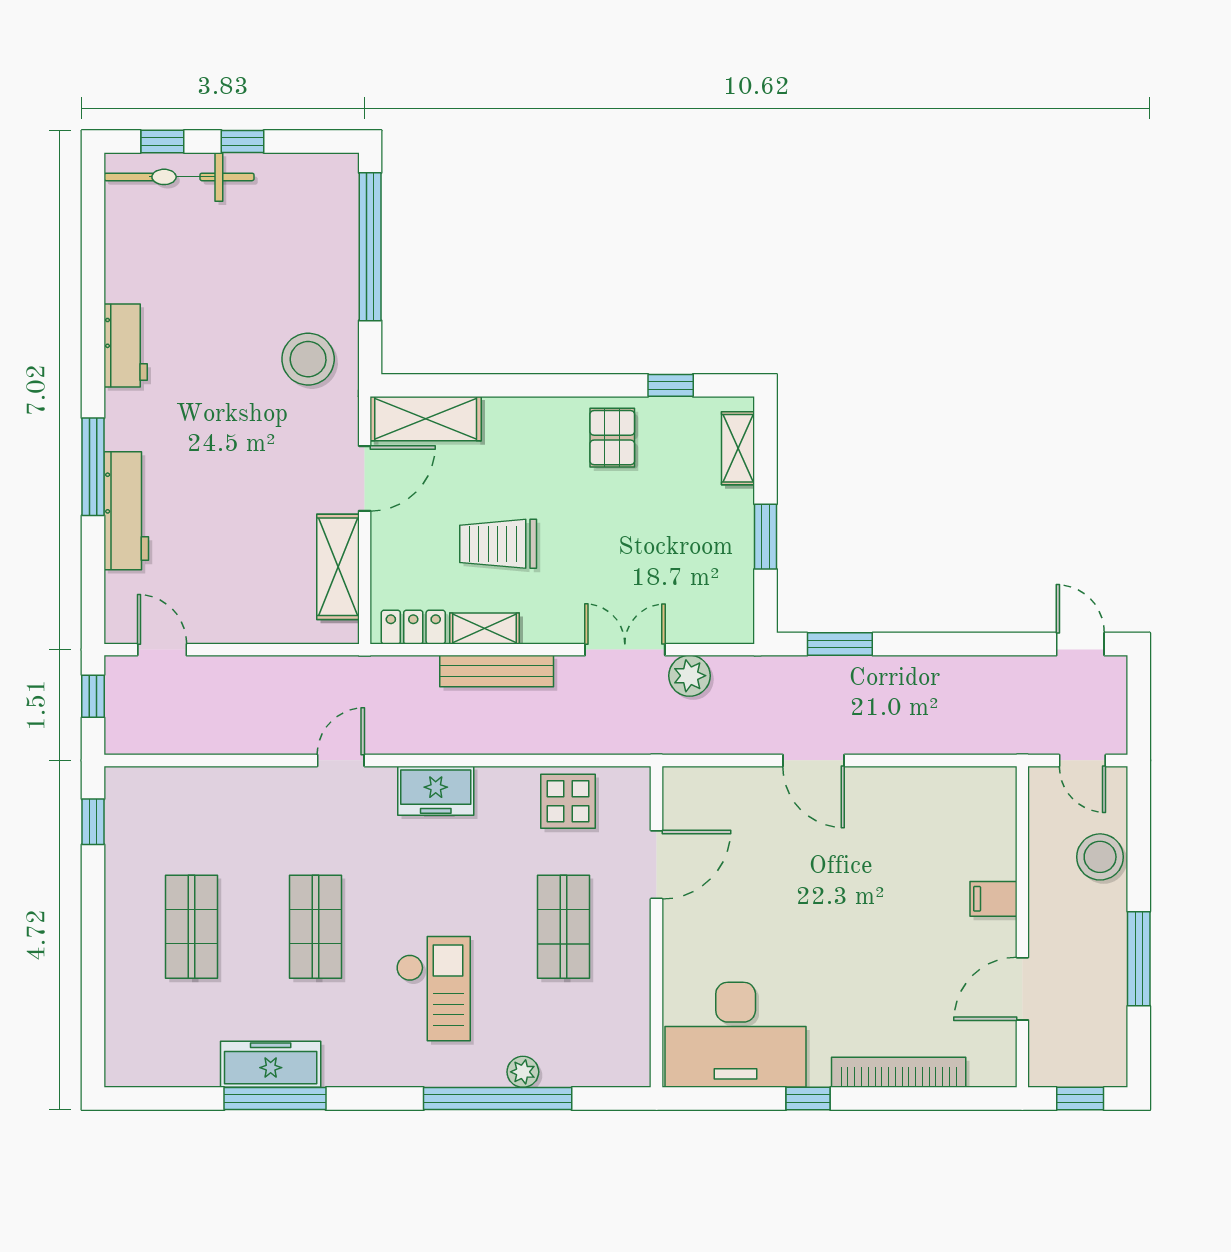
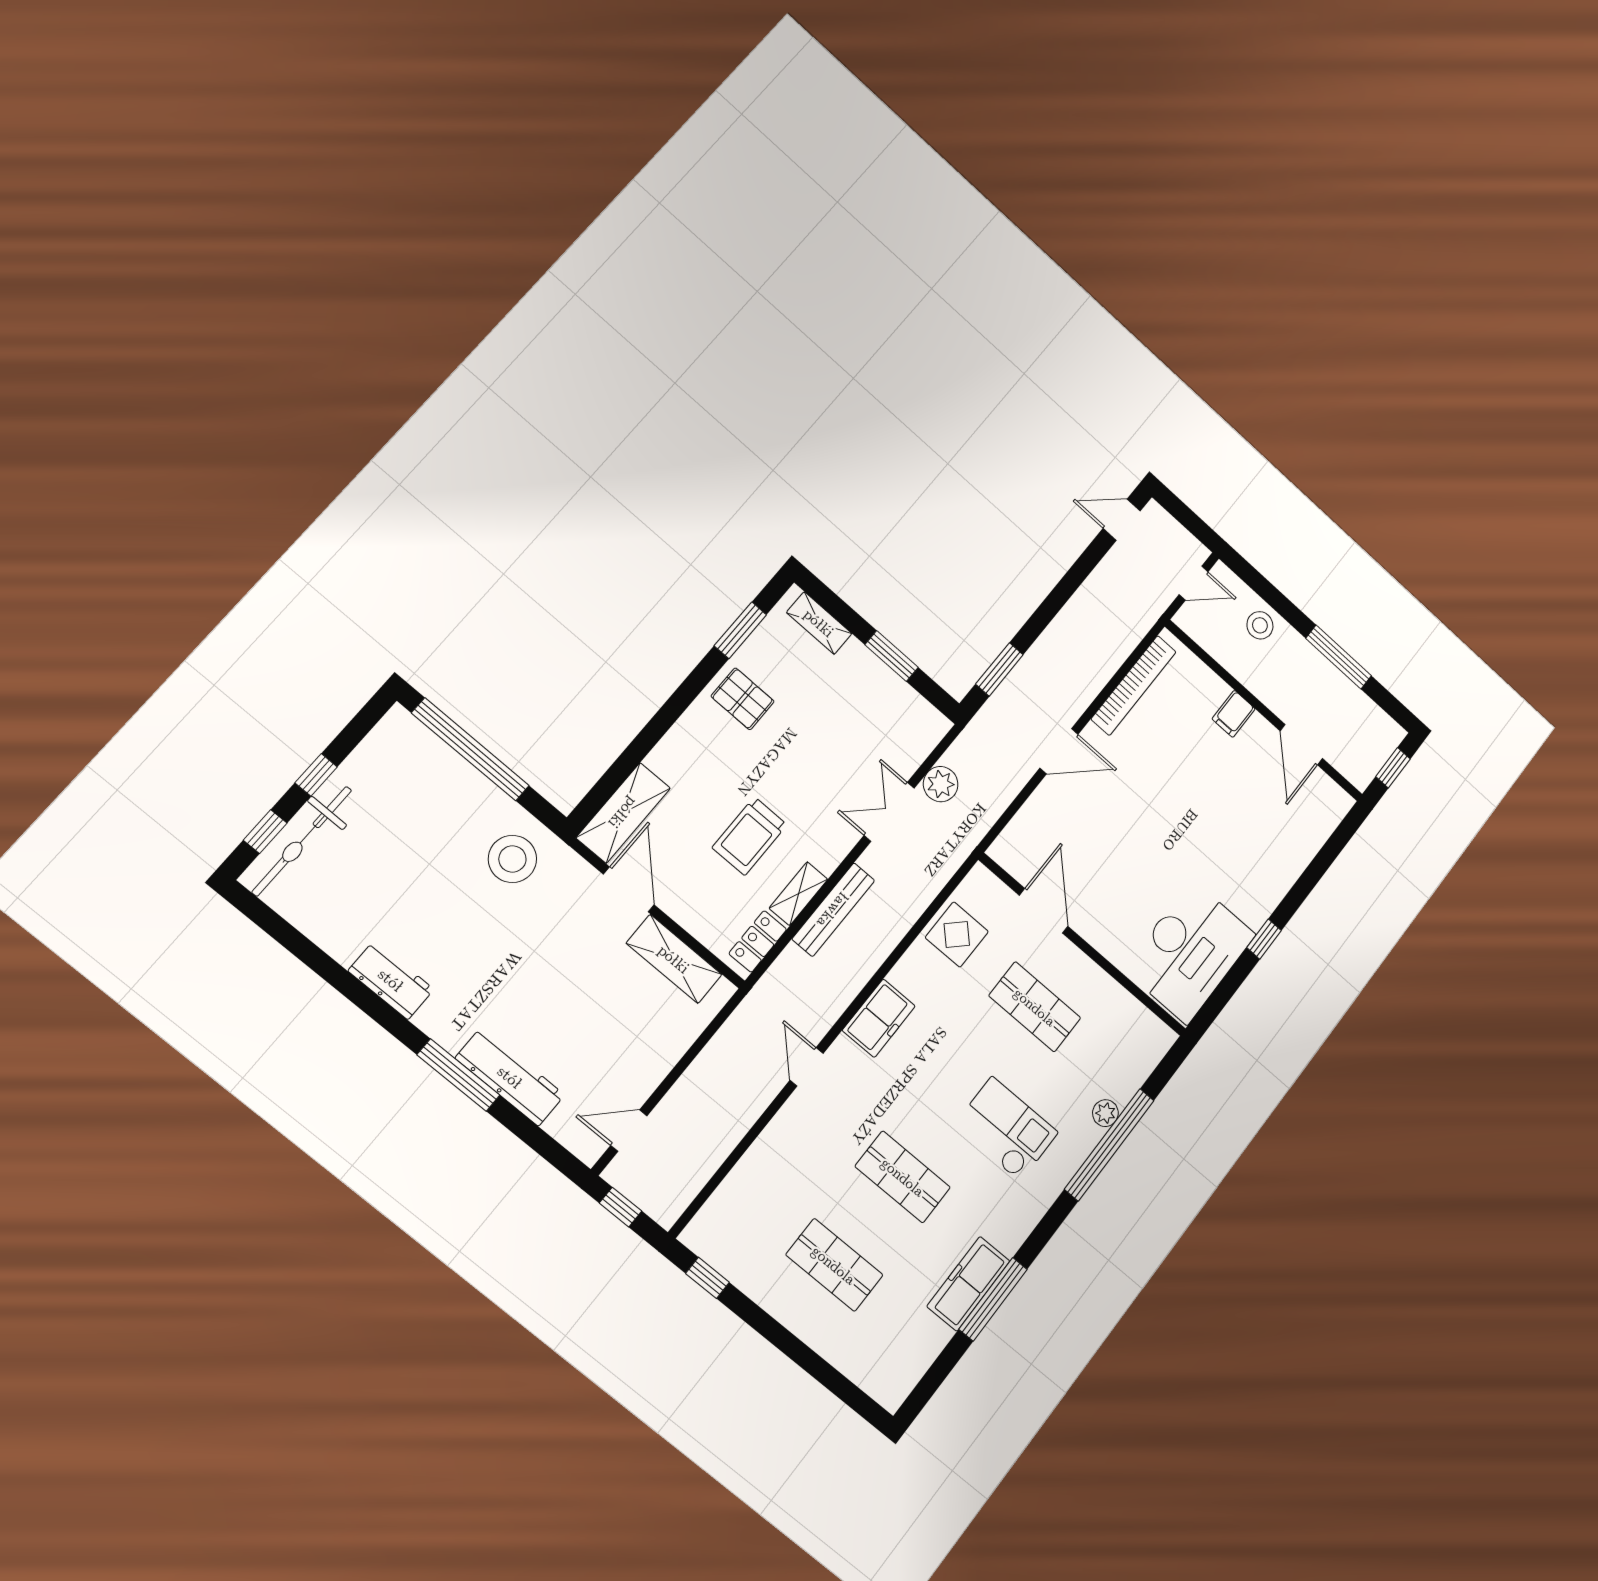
window: (671, 385) -> (740, 630), width x1.50
stool: (1100, 857) -> (1260, 625), width x0.73, depth x0.73
bookcase: (899, 1072) -> (1134, 685), moved, turned 180

